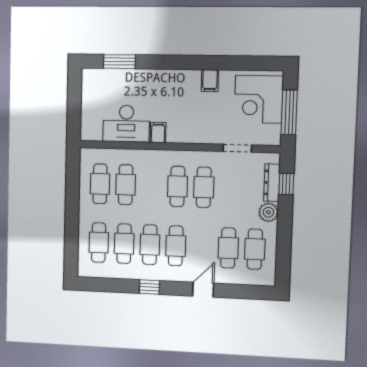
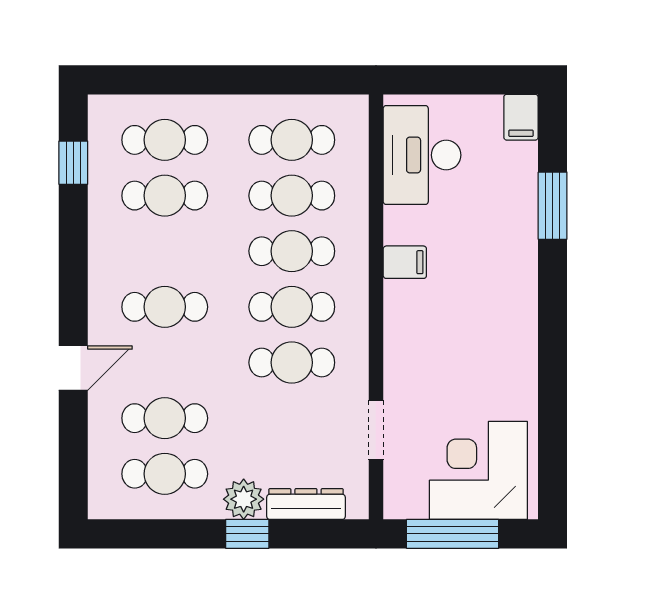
window: (119, 62) -> (553, 206), moved
filing cabinet: (210, 81) -> (521, 117), moved, turned -90
desk: (126, 124) -> (422, 155), moved
window: (286, 184) -> (247, 534), moved
cafe table: (150, 245) -> (292, 251), moved
window: (149, 287) -> (73, 163), moved
door: (203, 290) -> (73, 368), hinge flipped

